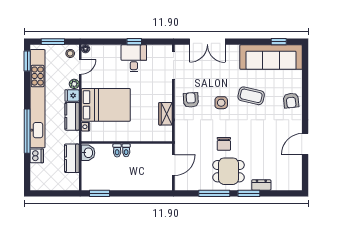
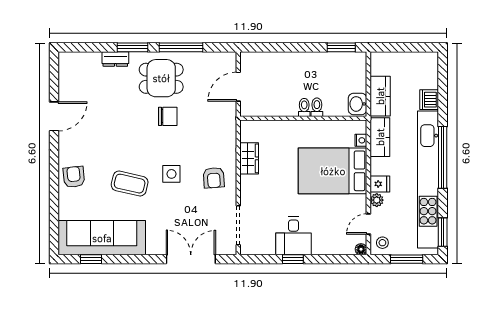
kitchen counter: (72, 116) -> (380, 137), moved
window: (27, 131) -> (443, 157), moved
chair: (224, 144) -> (168, 116), turned 90

